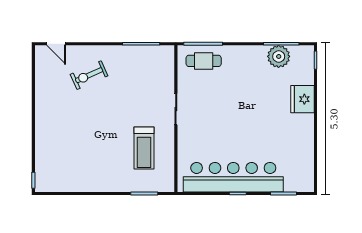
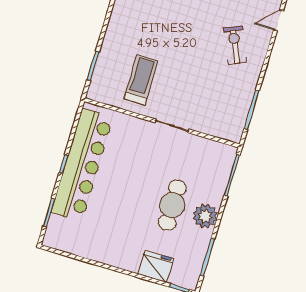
plant: (279, 56) -> (205, 216), moved
cafe table: (204, 61) -> (172, 205), moved, width x1.37, depth x1.35
fridge: (303, 99) -> (155, 266), moved
treadmill: (144, 148) -> (141, 80), turned 90

